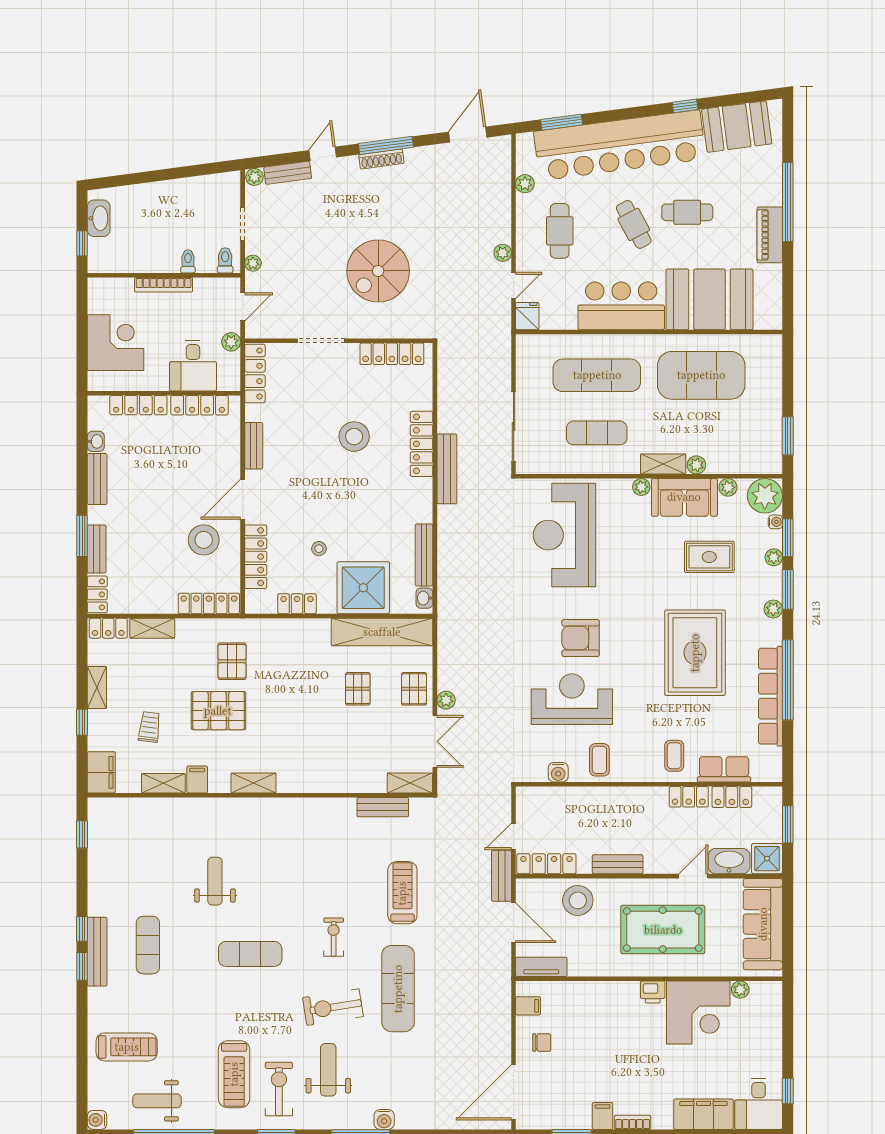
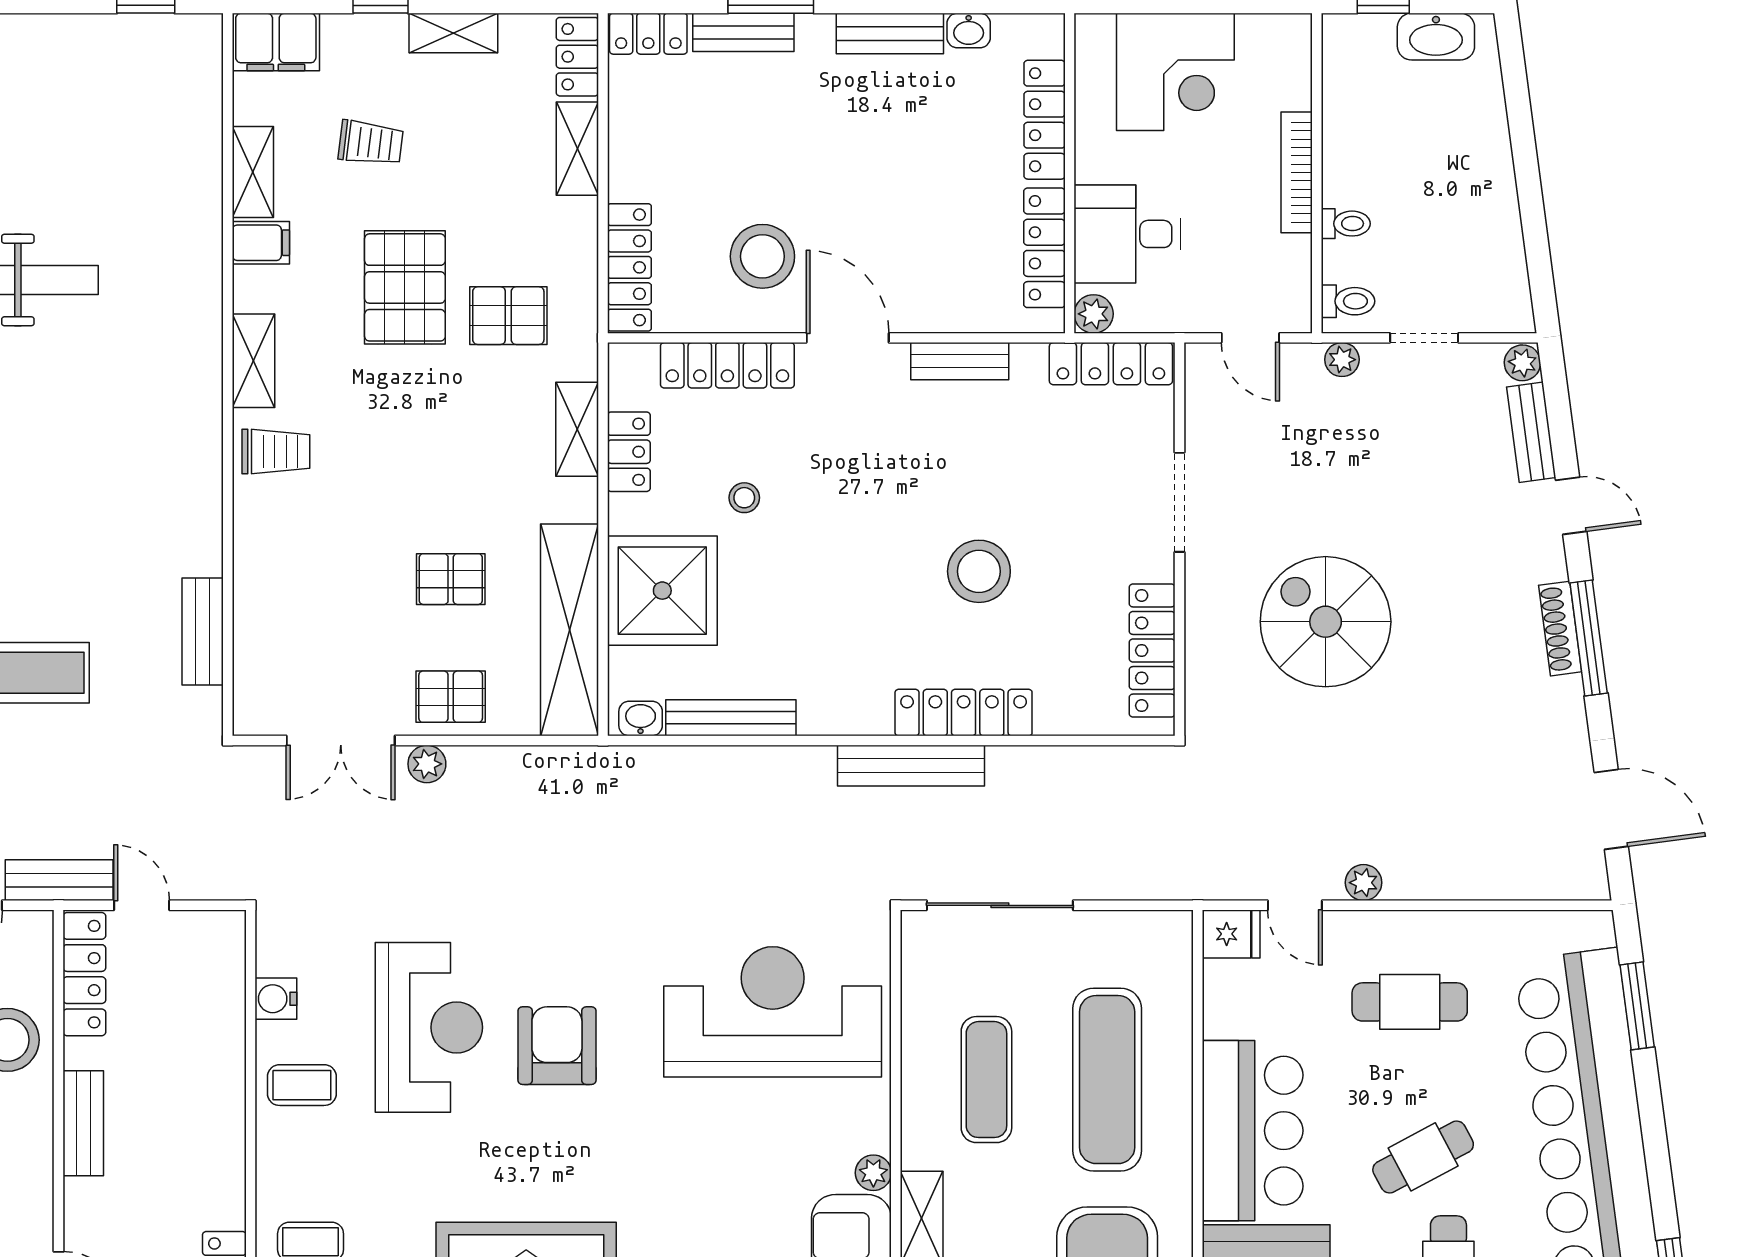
plant: (525, 184) -> (1508, 929), removed
plant: (231, 342) -> (1094, 314), moved
trolley: (297, 772) -> (276, 451), added
shelving: (410, 783) -> (577, 429), moved

